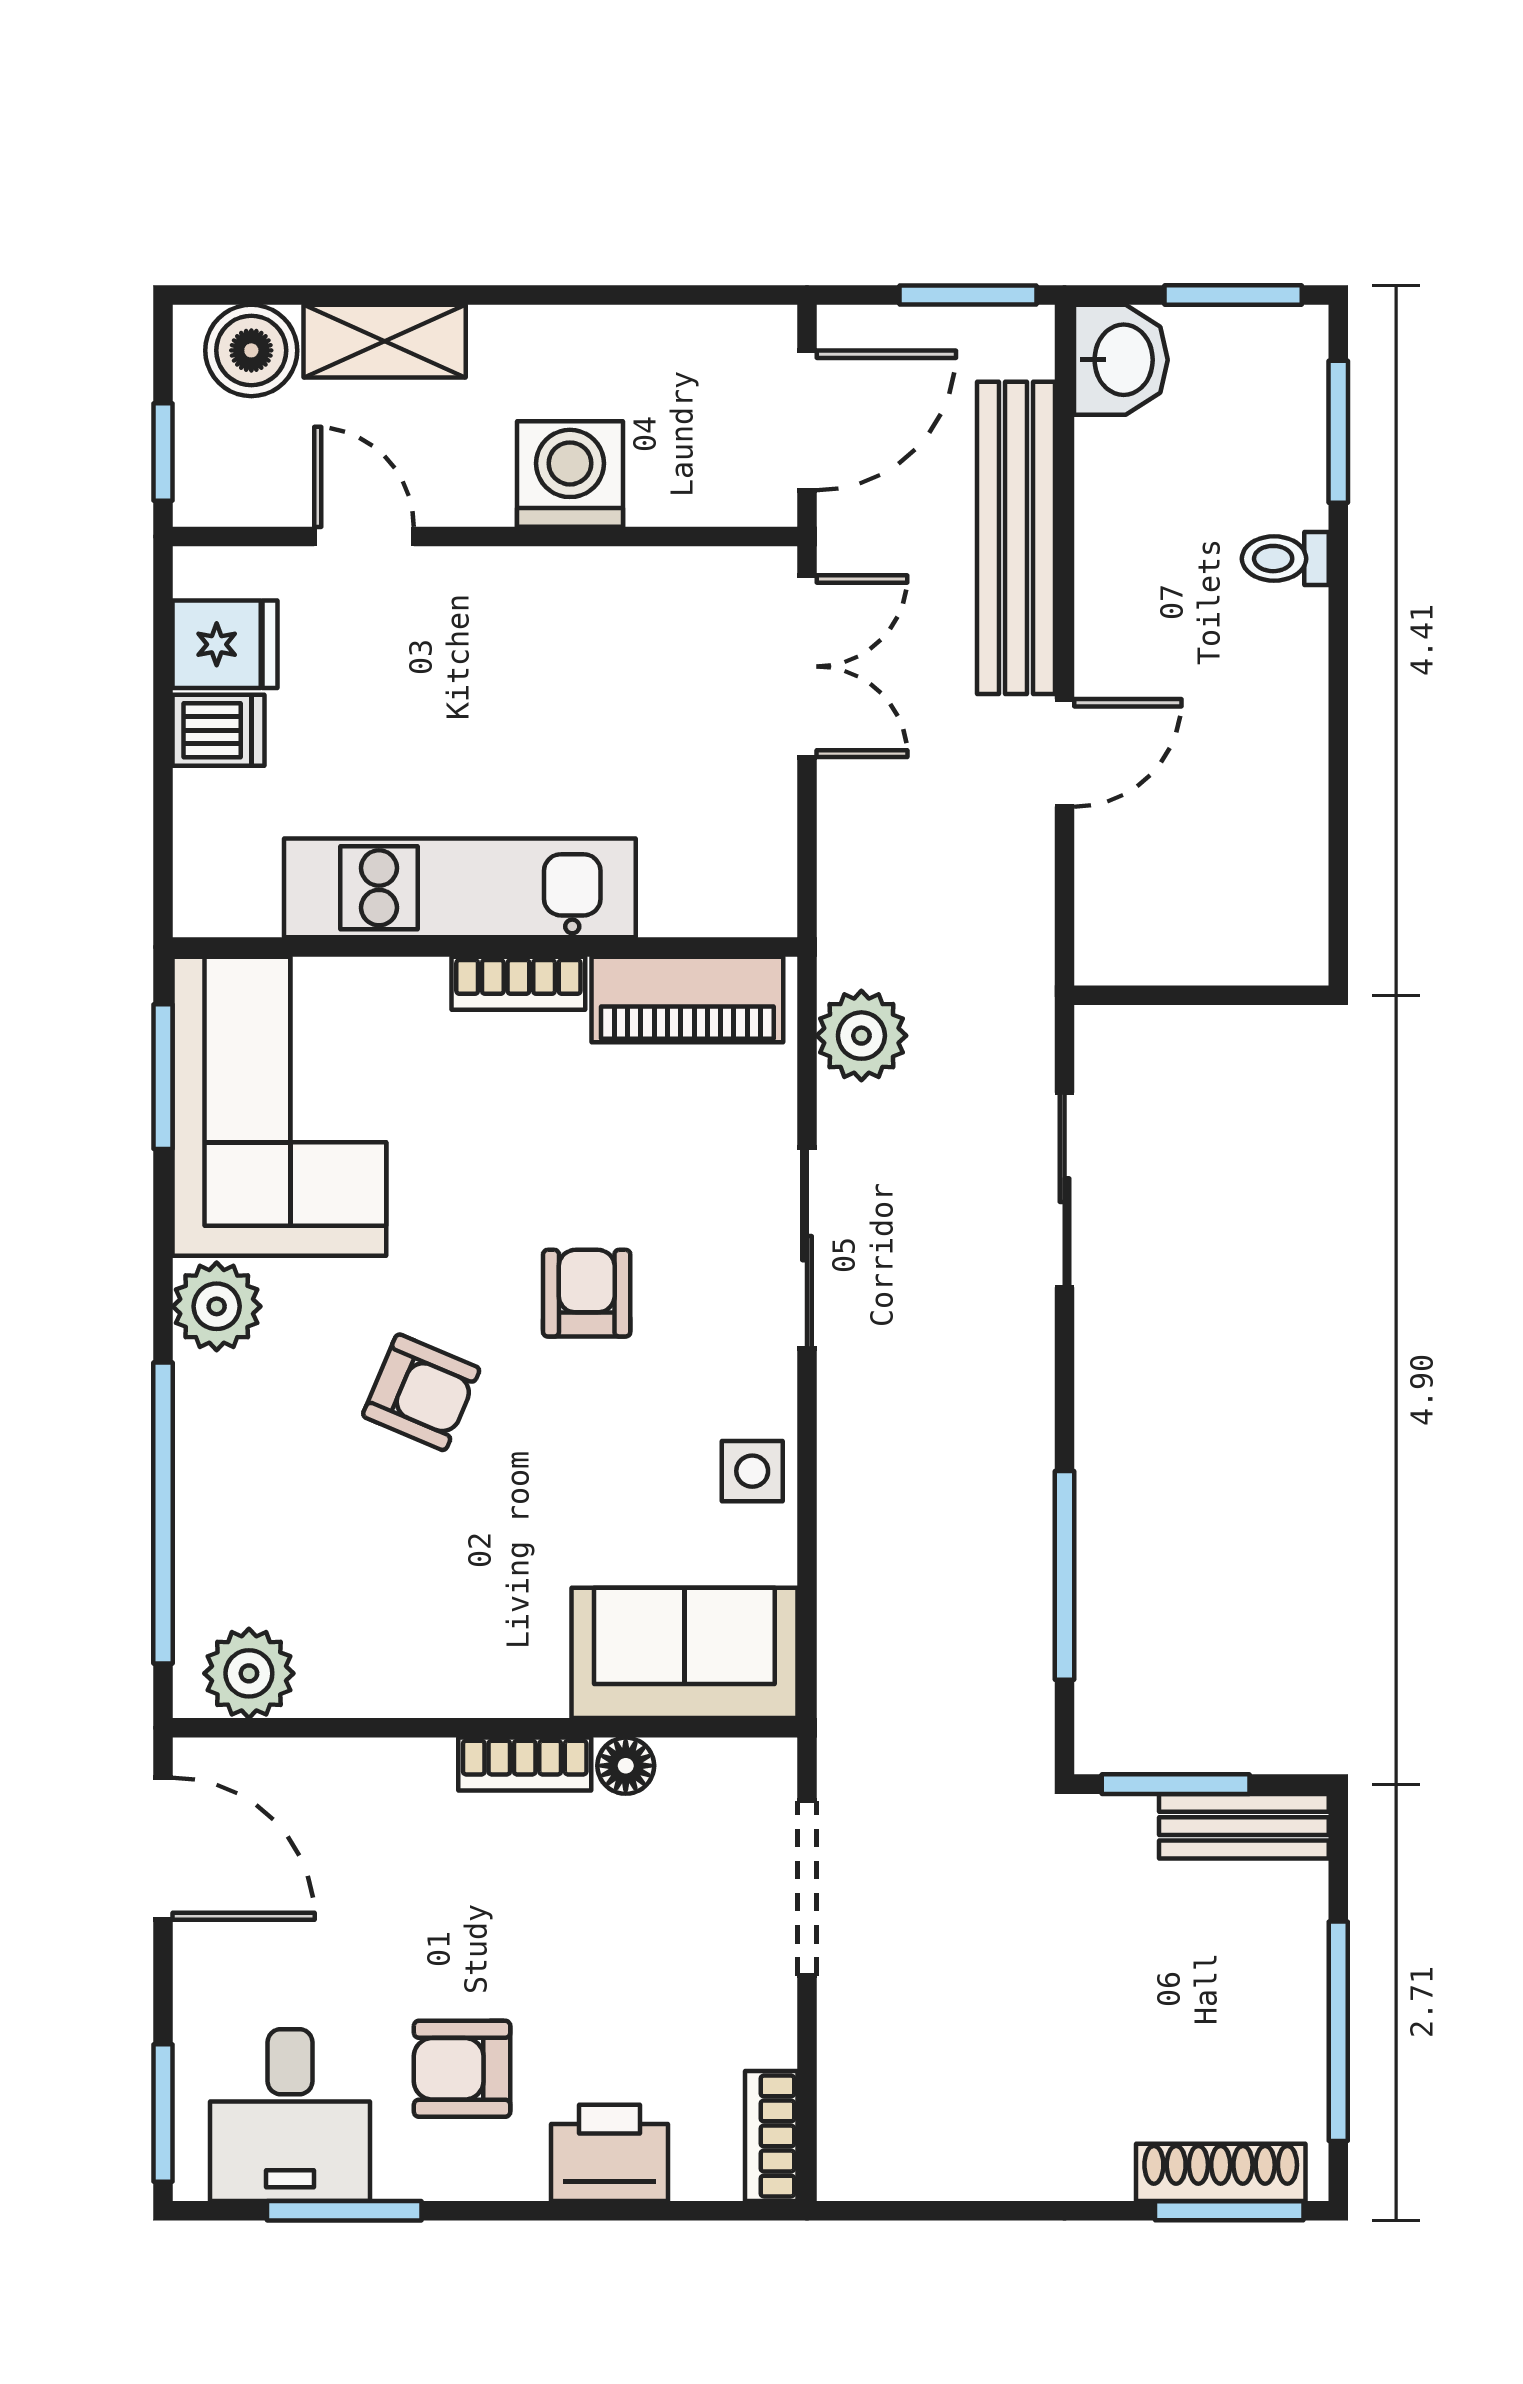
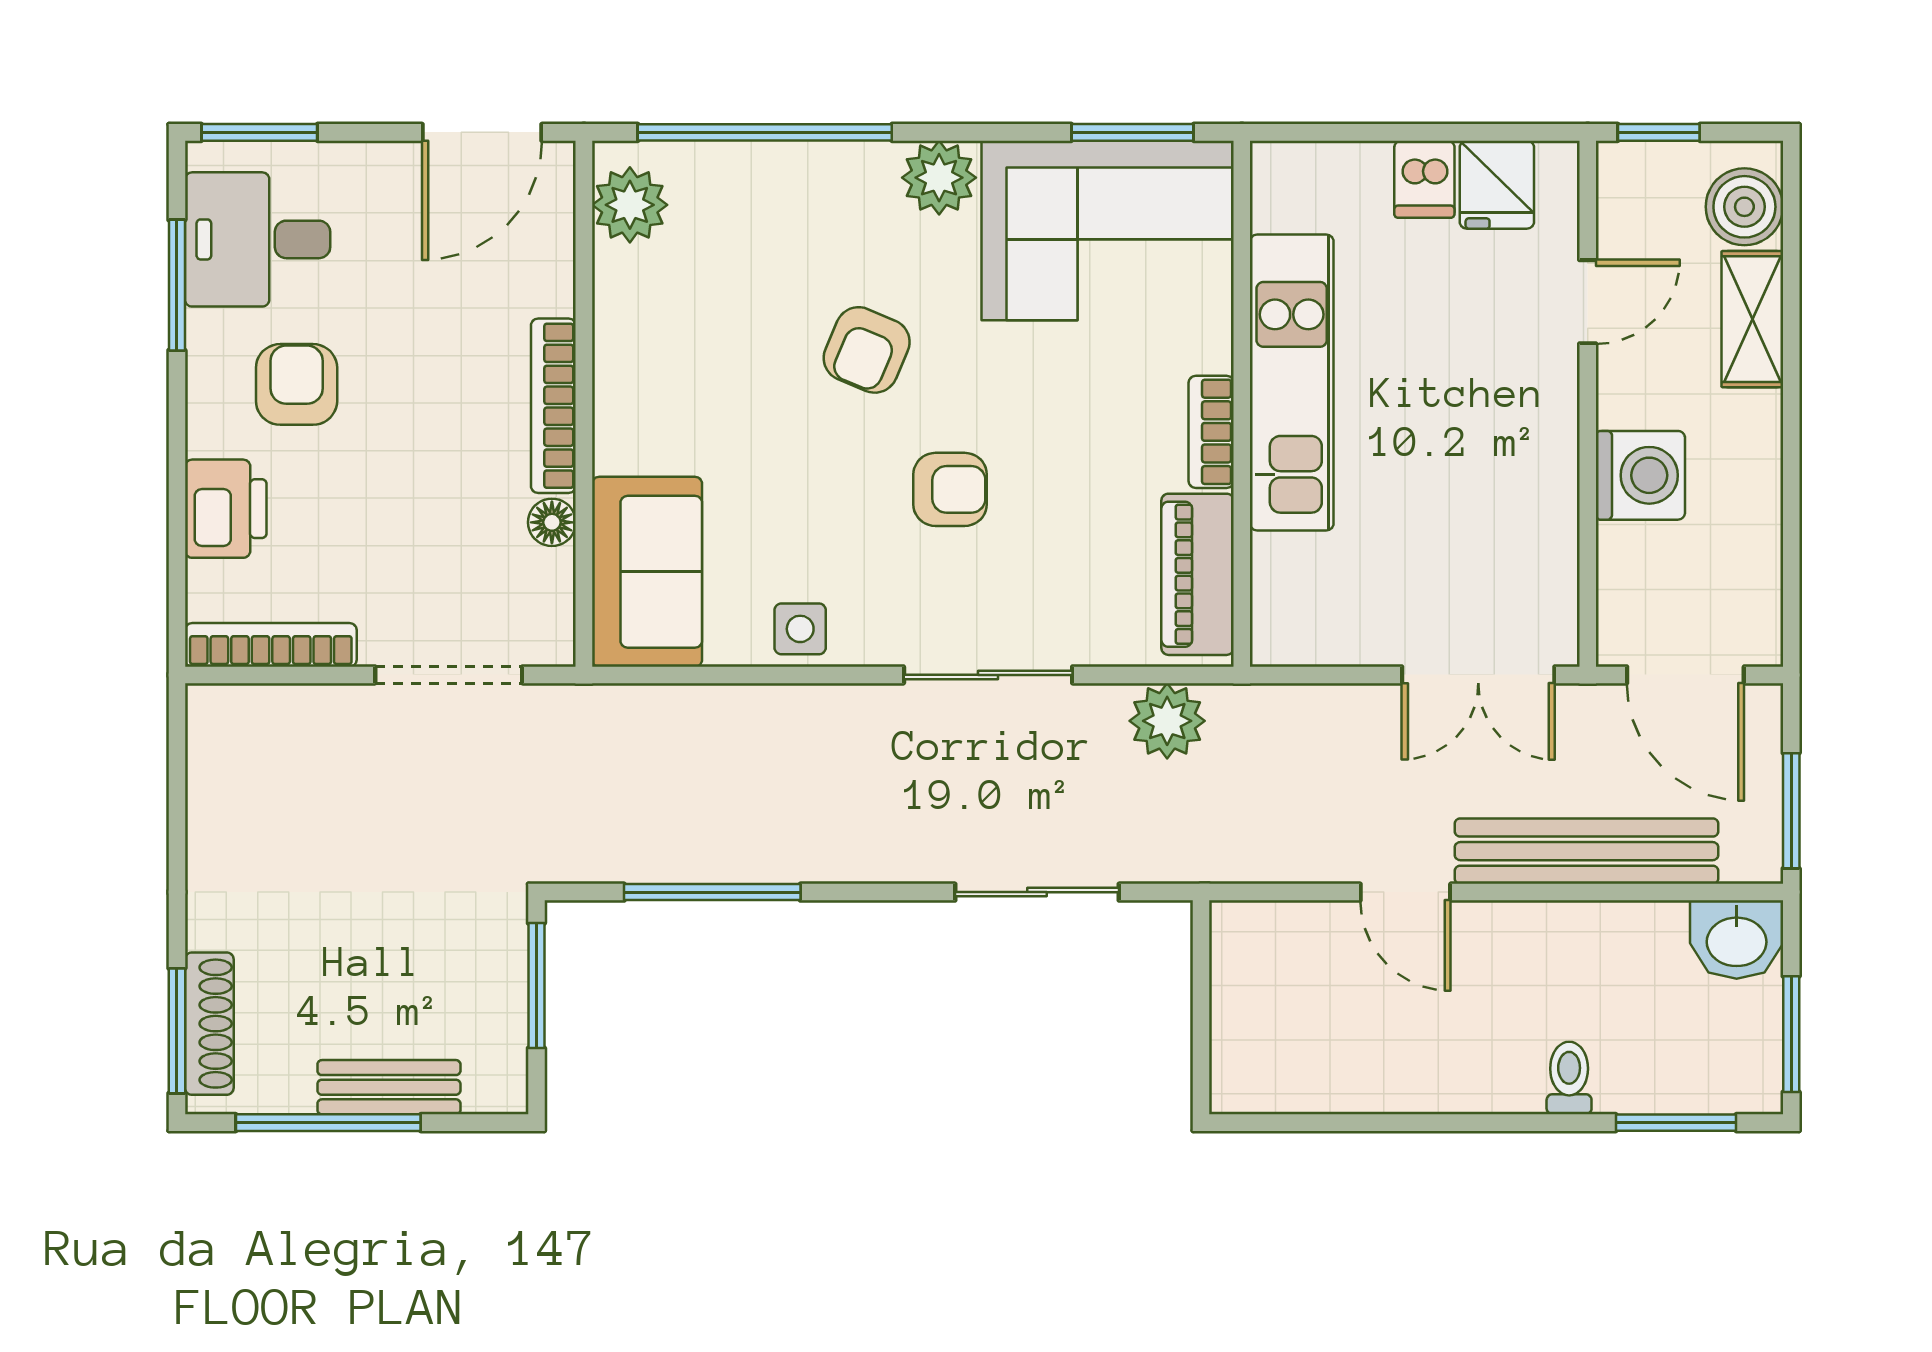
bookcase: (525, 1764) -> (553, 406), width x1.56
bench: (1244, 1826) -> (389, 1087), moved, turned 90
bookcase: (771, 2136) -> (271, 645), width x1.56

